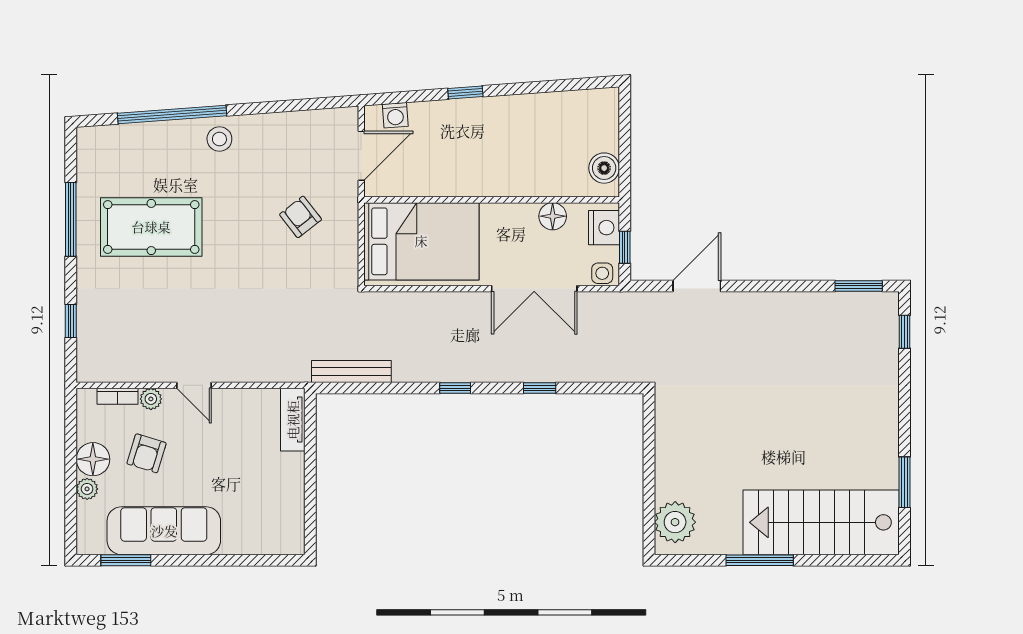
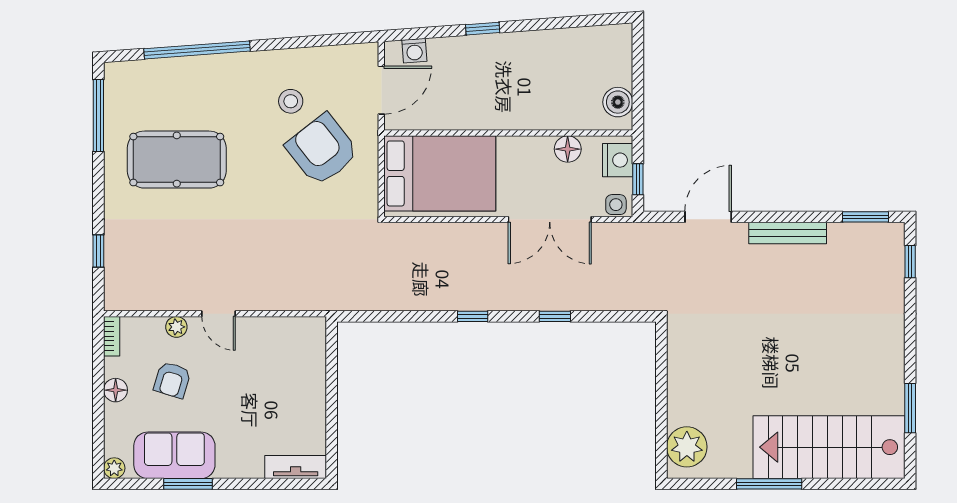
stool: (219, 139) -> (291, 101), moved
armchair: (301, 217) -> (322, 150), width x1.88, depth x1.88
window: (71, 219) -> (98, 115), moved
bench: (351, 372) -> (788, 233), moved
bookcase: (118, 396) -> (112, 336), moved, turned -90
tv unit: (293, 420) -> (296, 467), moved, turned 90
floor lamp: (93, 459) -> (116, 390), width x0.73, depth x0.73
plant: (87, 489) -> (114, 468), moved
sofa: (164, 531) -> (174, 455), width x0.73
window: (126, 560) -> (188, 484), moved

